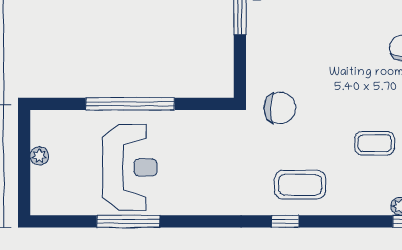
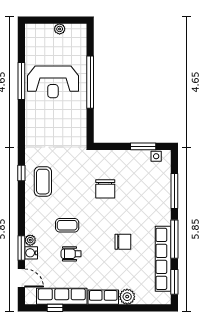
chair: (280, 108) -> (105, 189), moved
coffee table: (375, 143) -> (67, 225), turned 90

